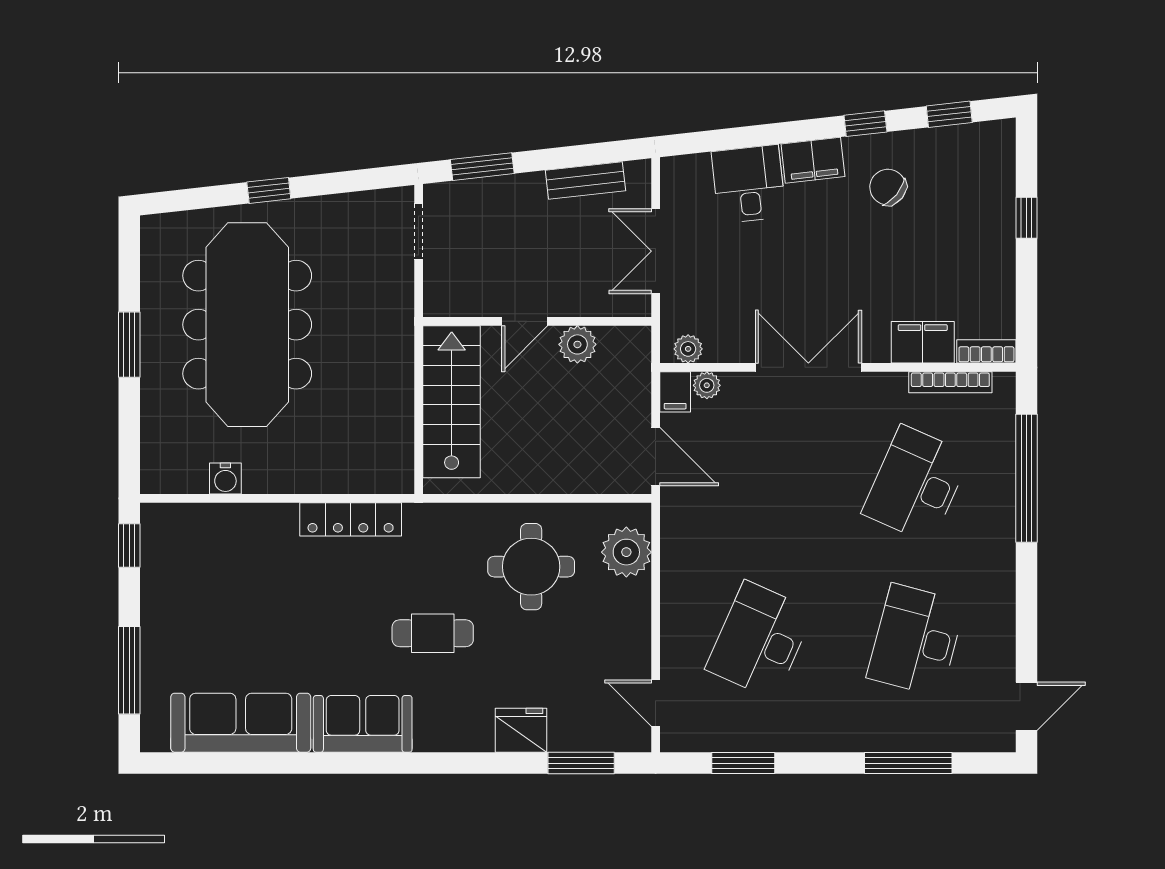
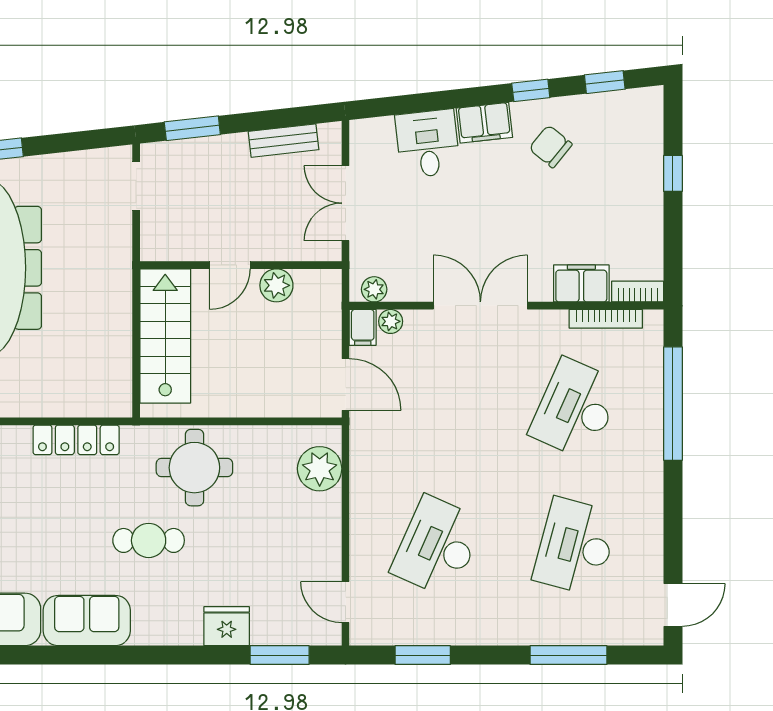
round table: (531, 567) -> (194, 468), moved

